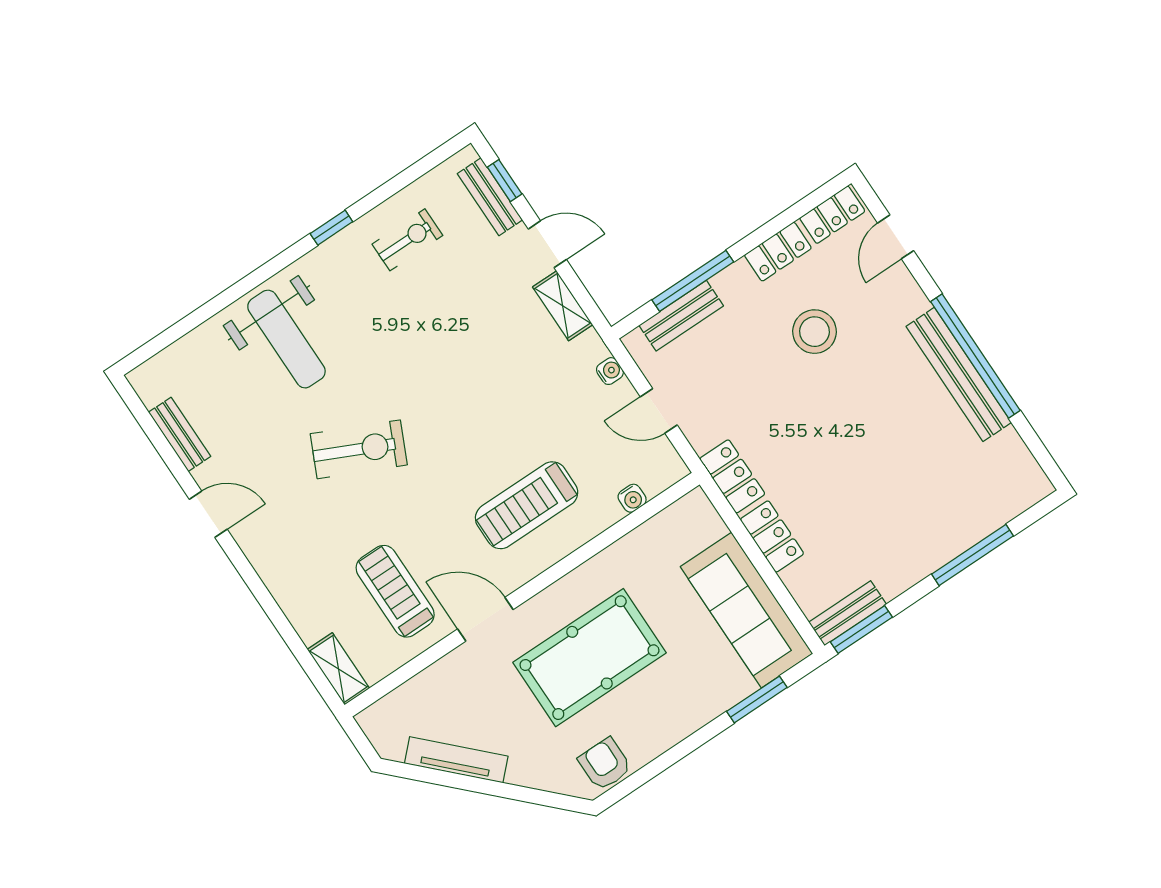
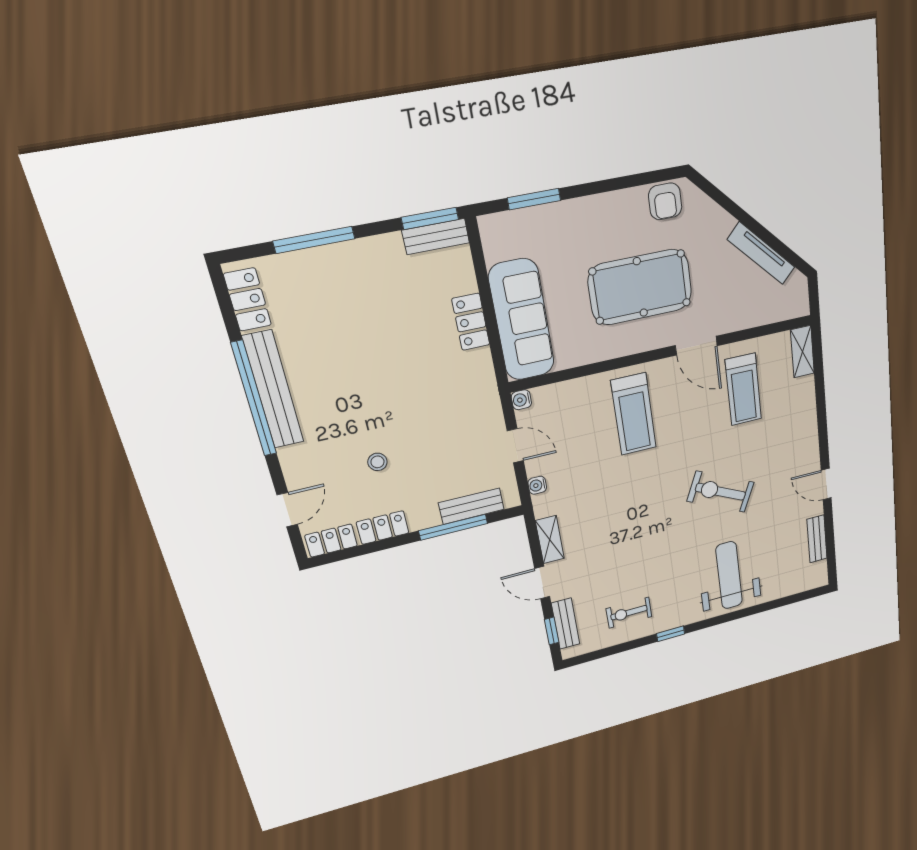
stool: (815, 332) -> (377, 462), width x0.53, depth x0.53
locker: (732, 476) -> (247, 300), moved, turned 180
water cooler: (632, 498) -> (521, 400), moved, turned -90
treadmill: (527, 505) -> (634, 414), turned 90
sofa: (747, 610) -> (522, 320), moved

